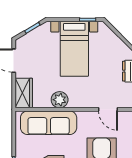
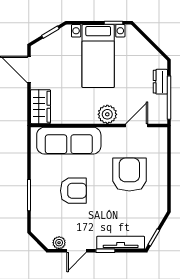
plant: (60, 100) -> (107, 114), moved
door: (108, 109) -> (137, 125), swing flipped

